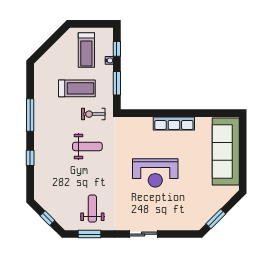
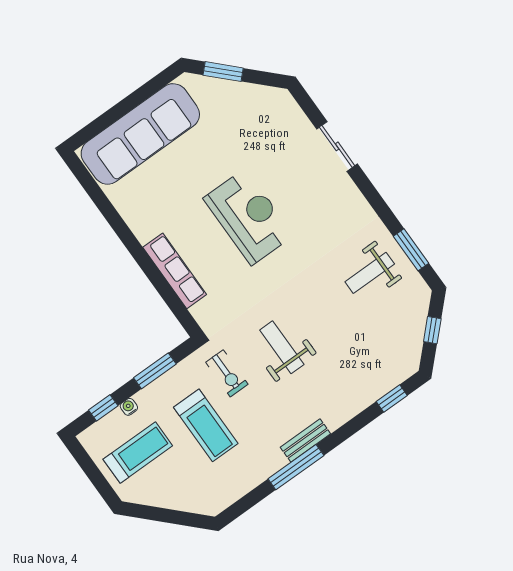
treadmill: (77, 88) -> (206, 425), turned 180
row of seats: (174, 123) -> (175, 271), moved
bench: (39, 128) -> (305, 441), added
window: (30, 158) -> (392, 399), moved
window: (216, 219) -> (223, 72), moved
sliding door: (143, 234) -> (337, 146), moved

